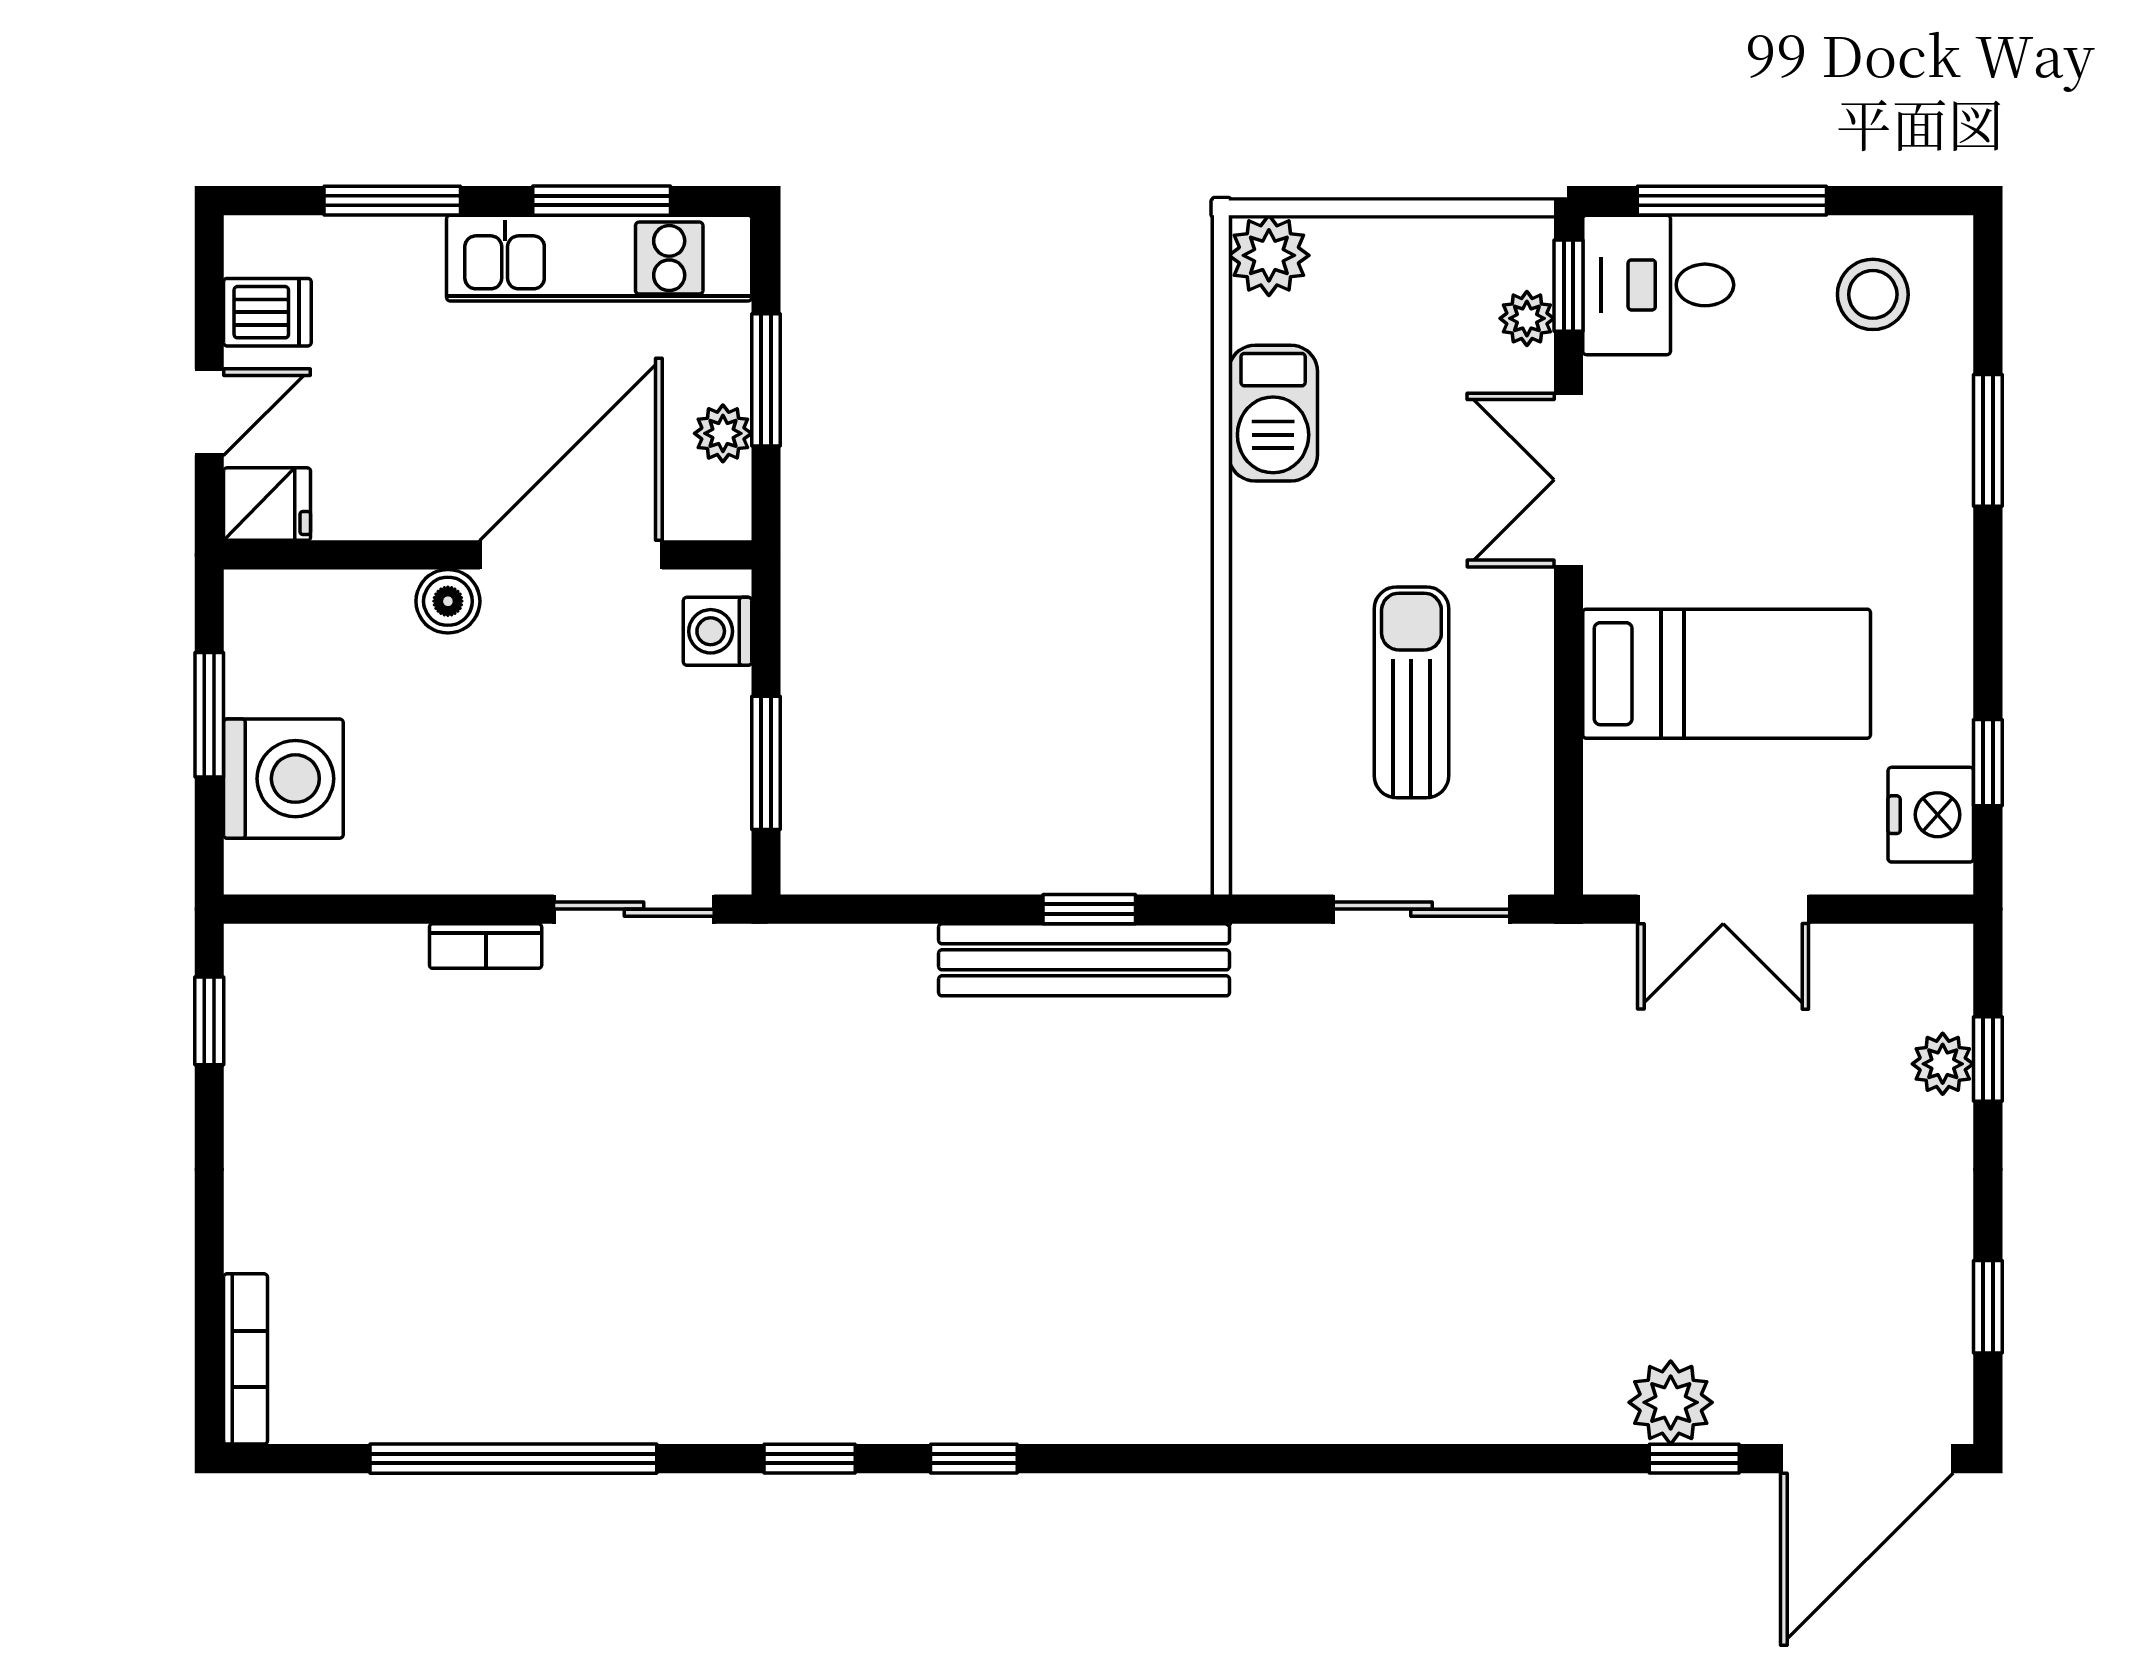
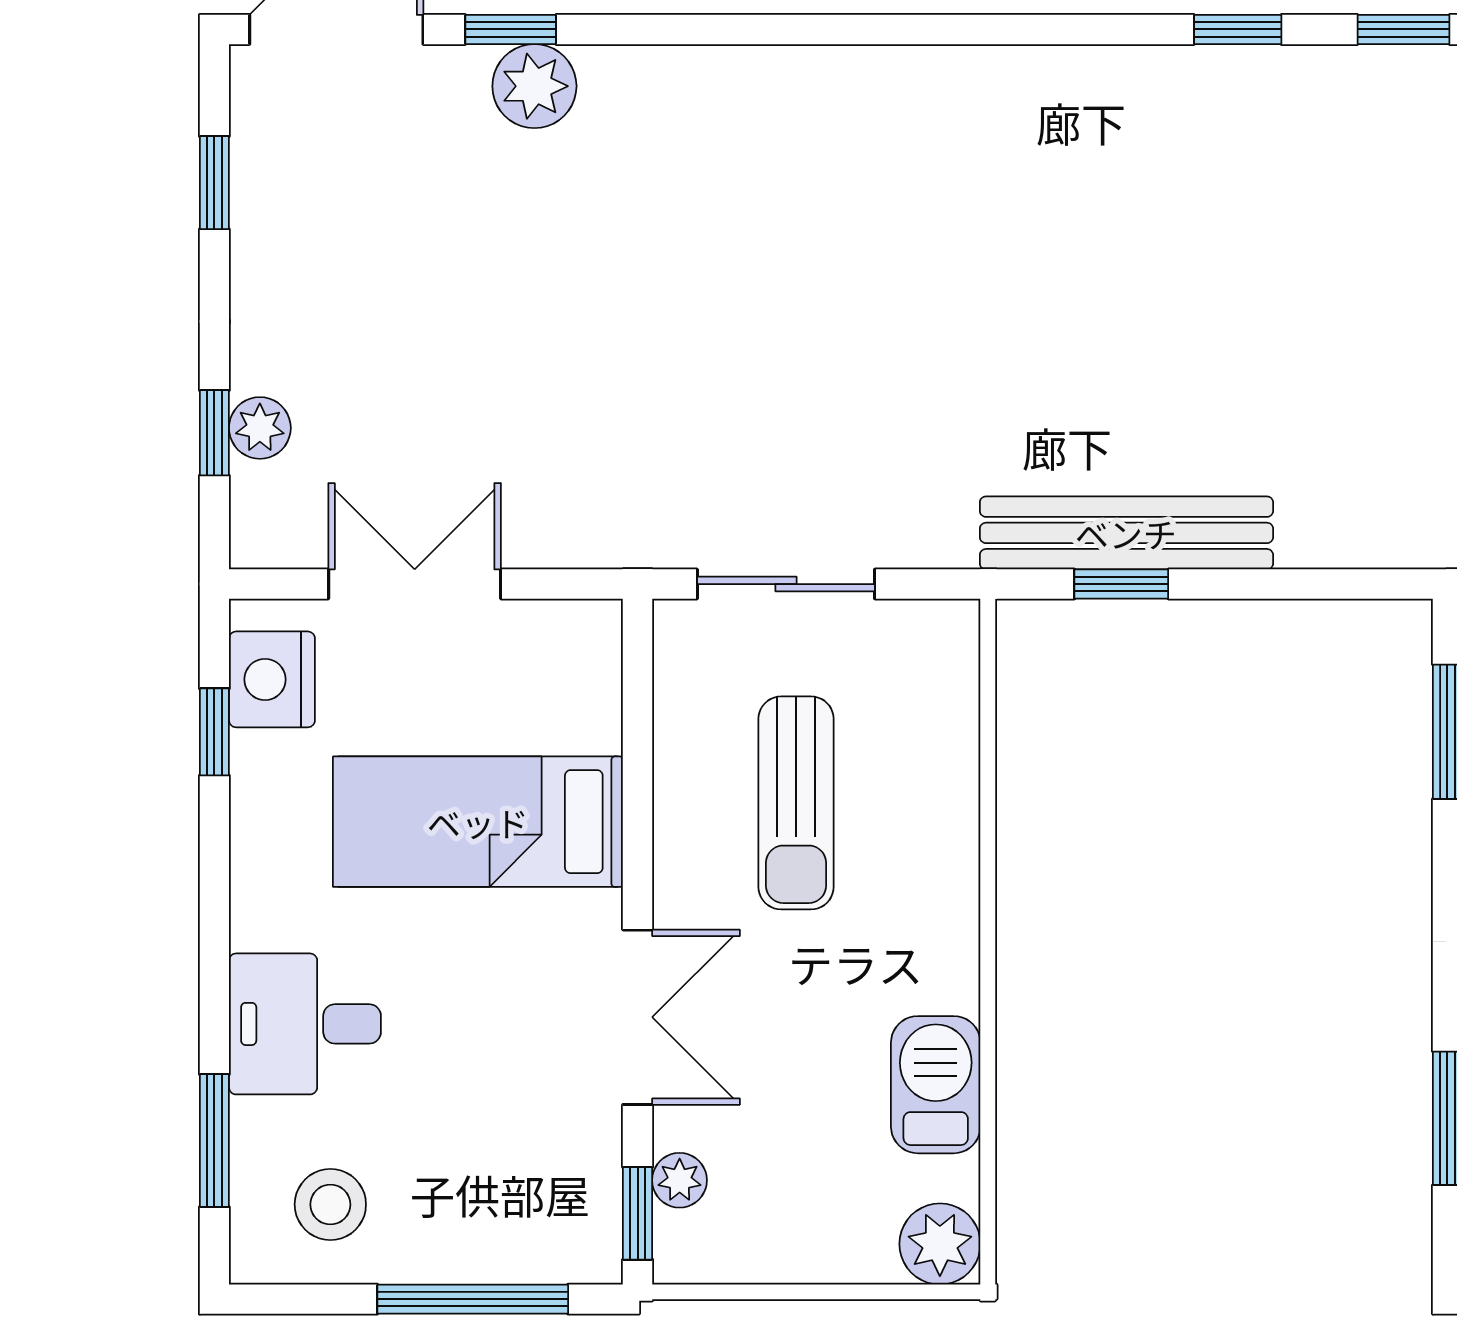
desk: (1658, 285) -> (305, 1024), moved, turned 180
window: (1988, 440) -> (214, 1141), moved
double door: (1723, 909) -> (415, 584), moved

